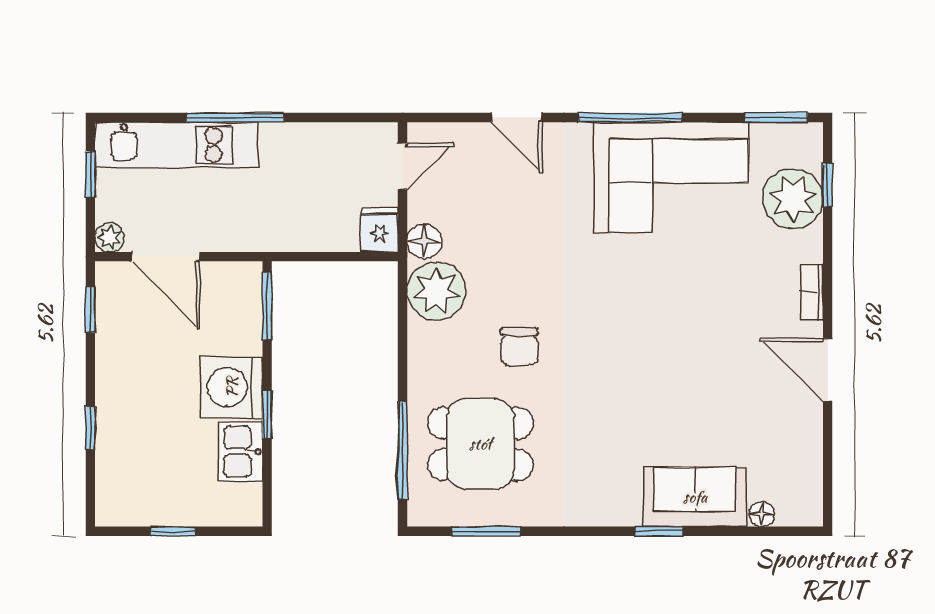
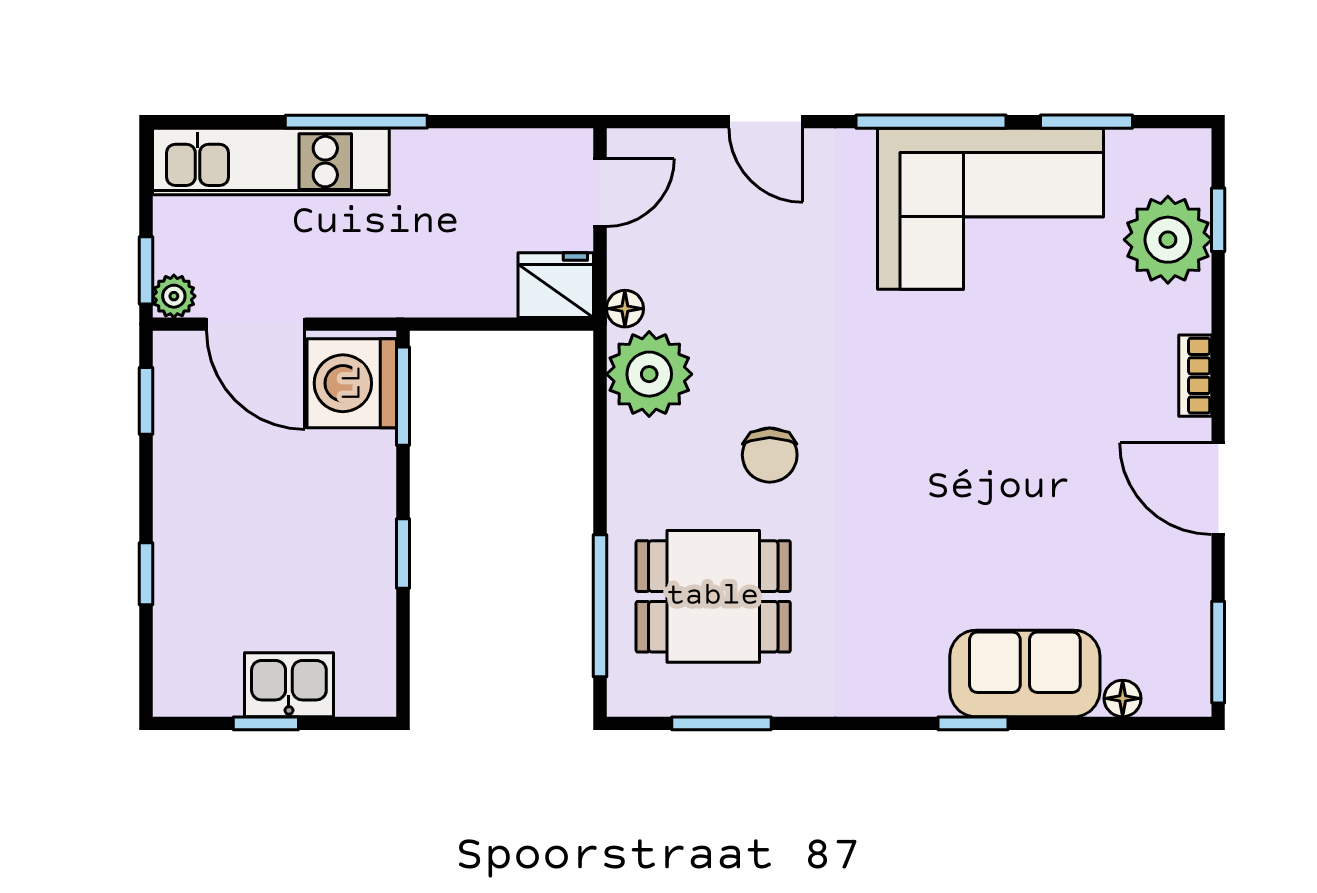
window: (776, 117) -> (1087, 122), moved
window: (90, 175) -> (146, 270), moved
fridge: (379, 230) -> (556, 285), width x1.38
floor lamp: (424, 241) -> (625, 309), width x0.73, depth x0.73
washing machine: (232, 387) -> (352, 383), moved
kitchen sink: (240, 452) -> (289, 685), moved, turned 90
window: (828, 482) -> (1218, 652), added

